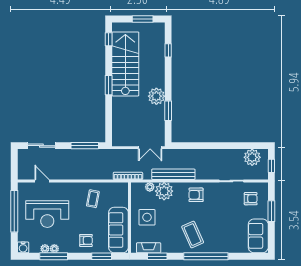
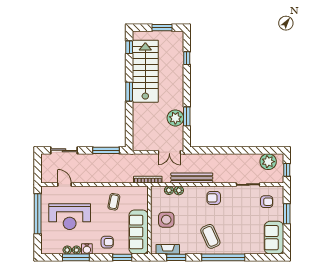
plant: (156, 96) -> (175, 118), moved
plant: (164, 191) -> (179, 190), width x0.53, depth x0.53
water cooler: (23, 247) -> (87, 249), moved

